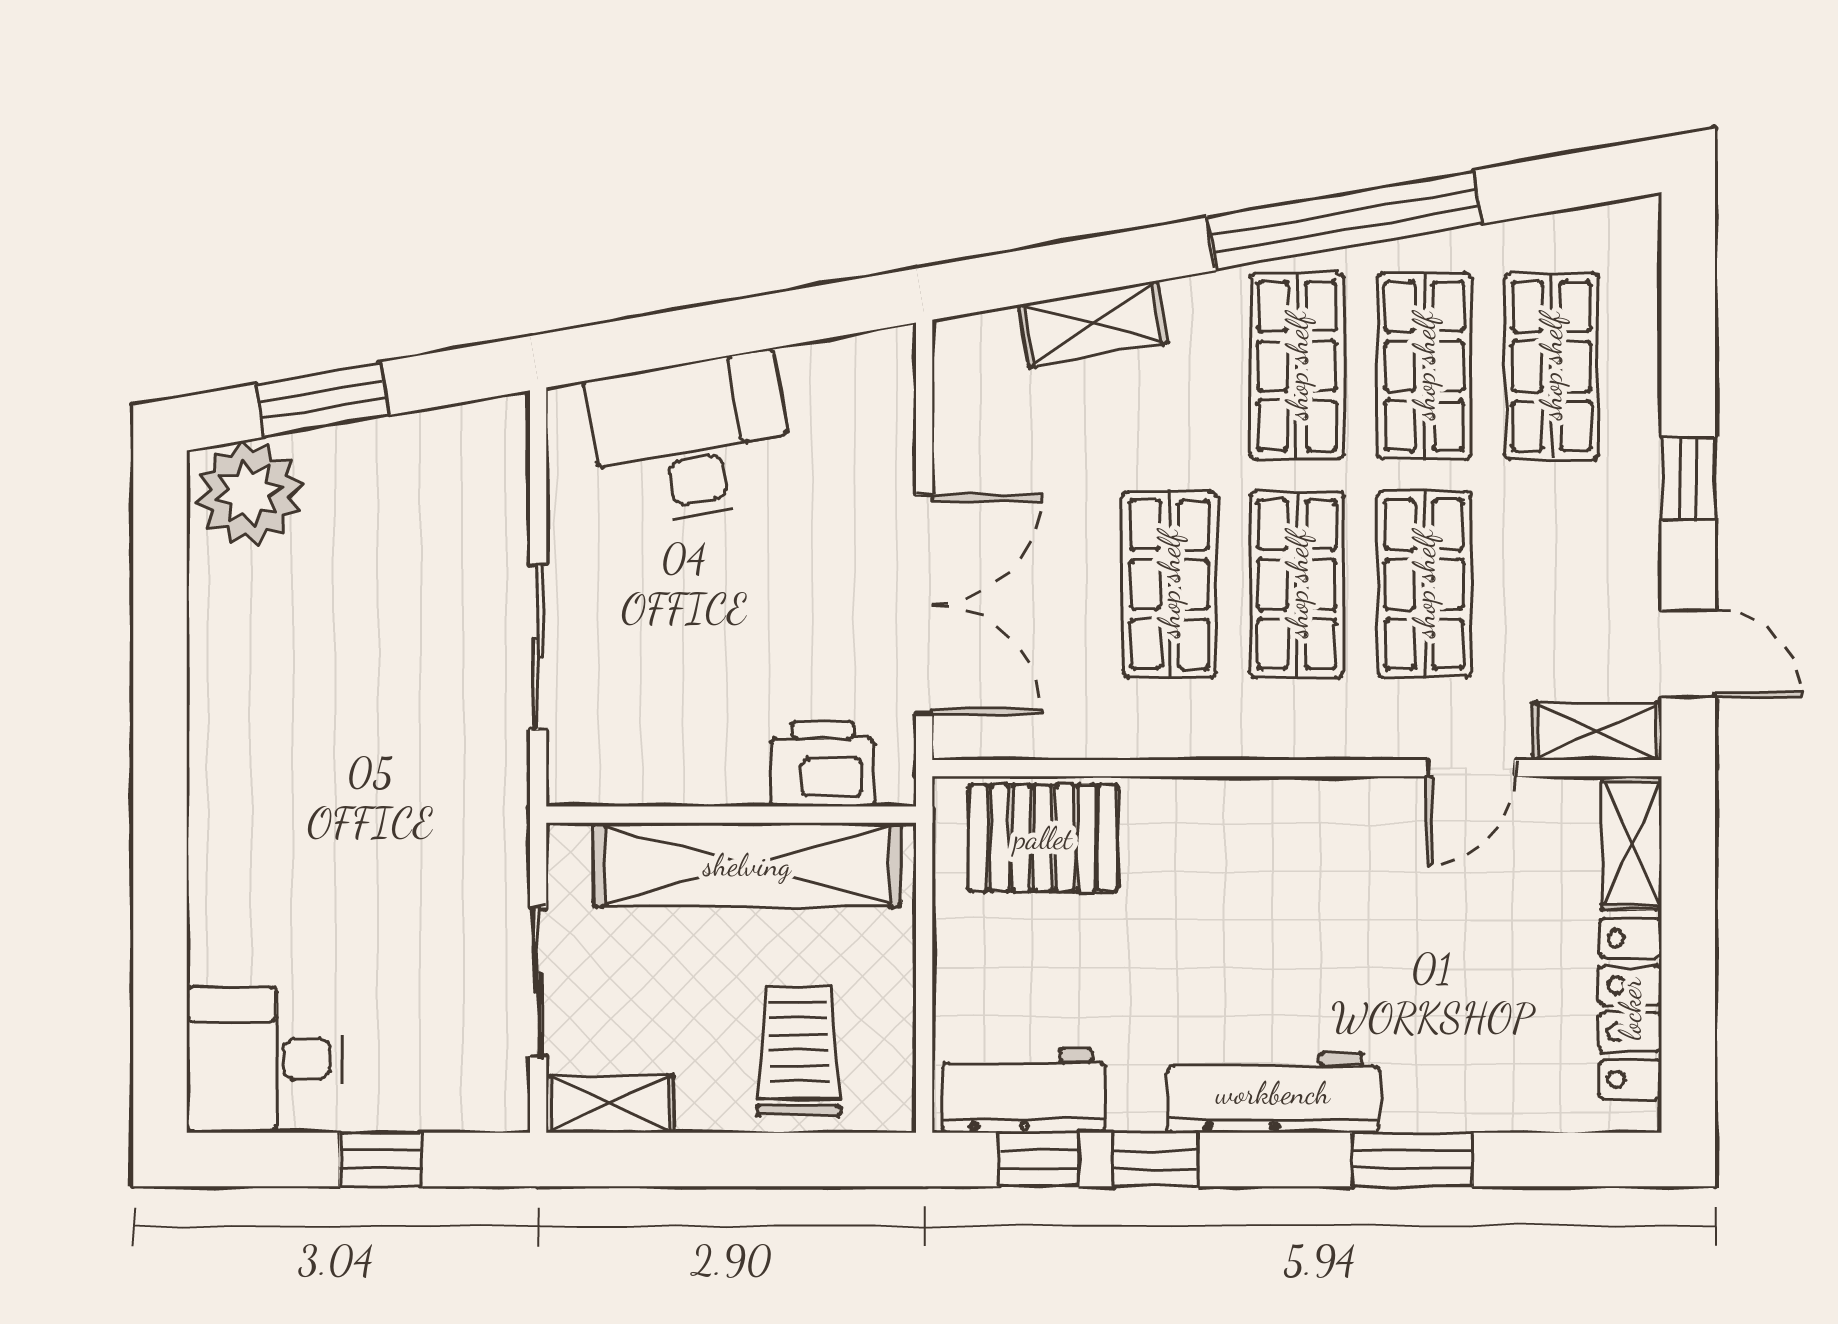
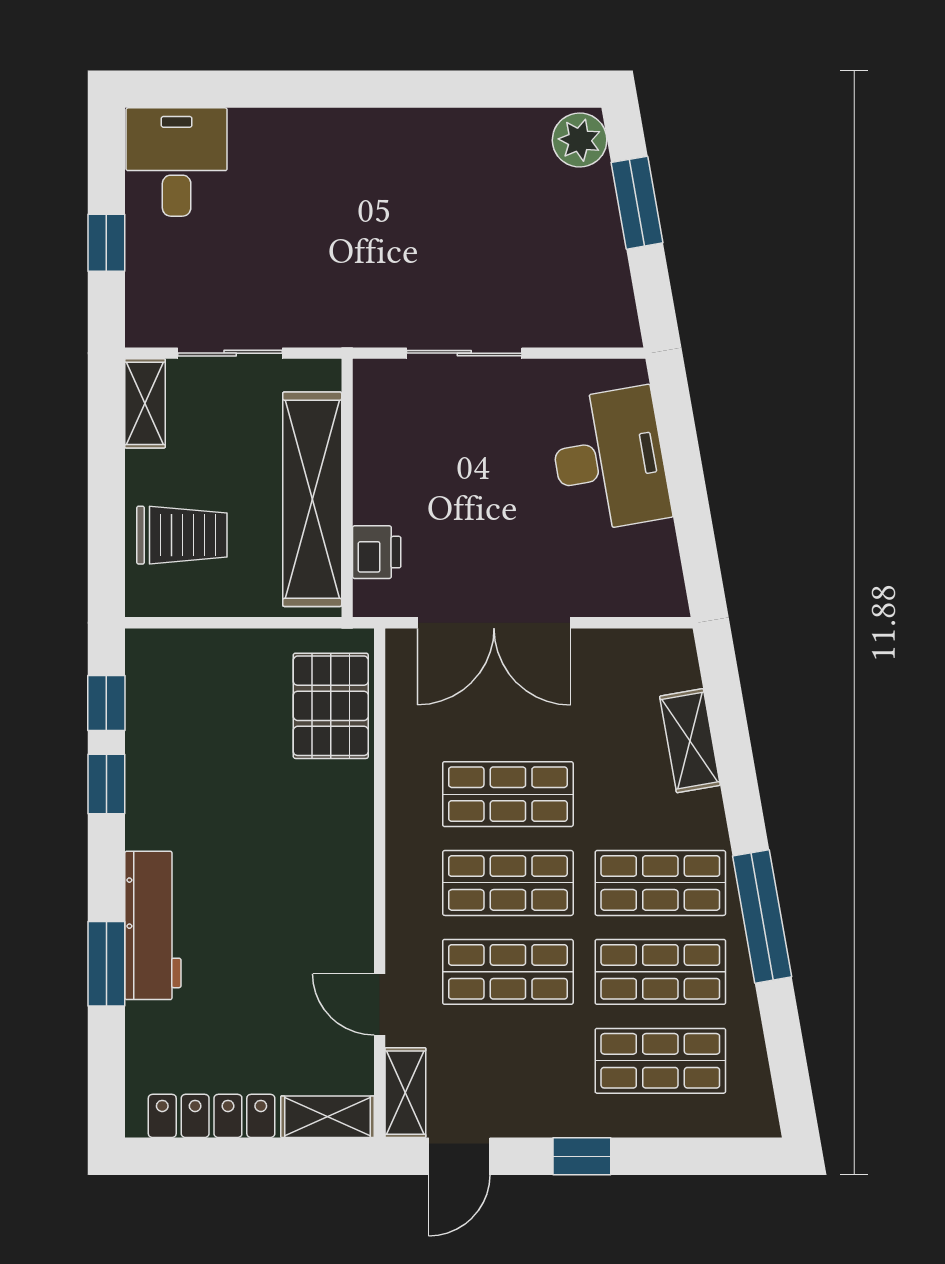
window: (1345, 220) -> (762, 916), width x0.68
plant: (249, 493) -> (580, 140), width x0.73, depth x0.73
printer: (823, 764) -> (377, 552), width x0.73, depth x0.81
workbench: (1024, 1091) -> (154, 692), removed
workbench: (1273, 1093) -> (153, 925), moved

